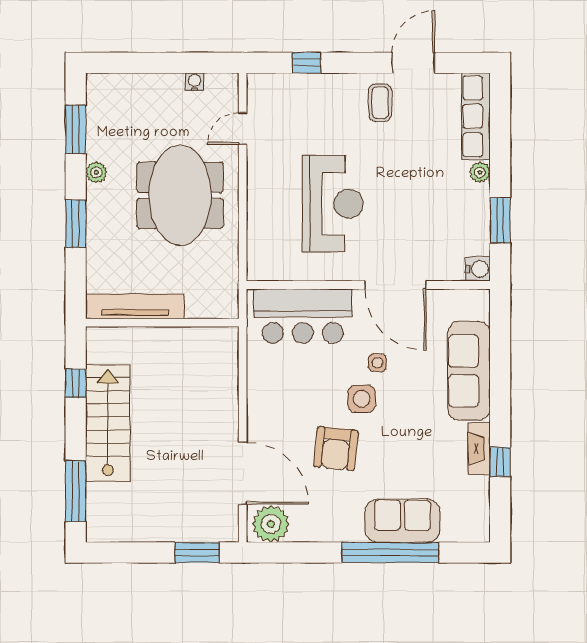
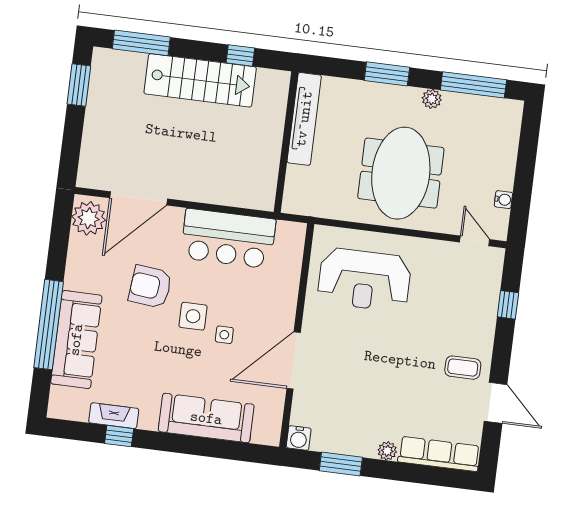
window: (76, 129) -> (473, 85), width x1.44
door: (243, 129) -> (475, 241), moved
meeting table: (180, 195) -> (401, 173), turned 90
reception desk: (333, 204) -> (364, 280), moved
bar counter: (303, 316) -> (228, 239), moved, turned -90
fireplace: (479, 449) -> (114, 416), moved
sofa: (402, 521) -> (76, 340), width x1.36
window: (197, 553) -> (79, 85), moved

